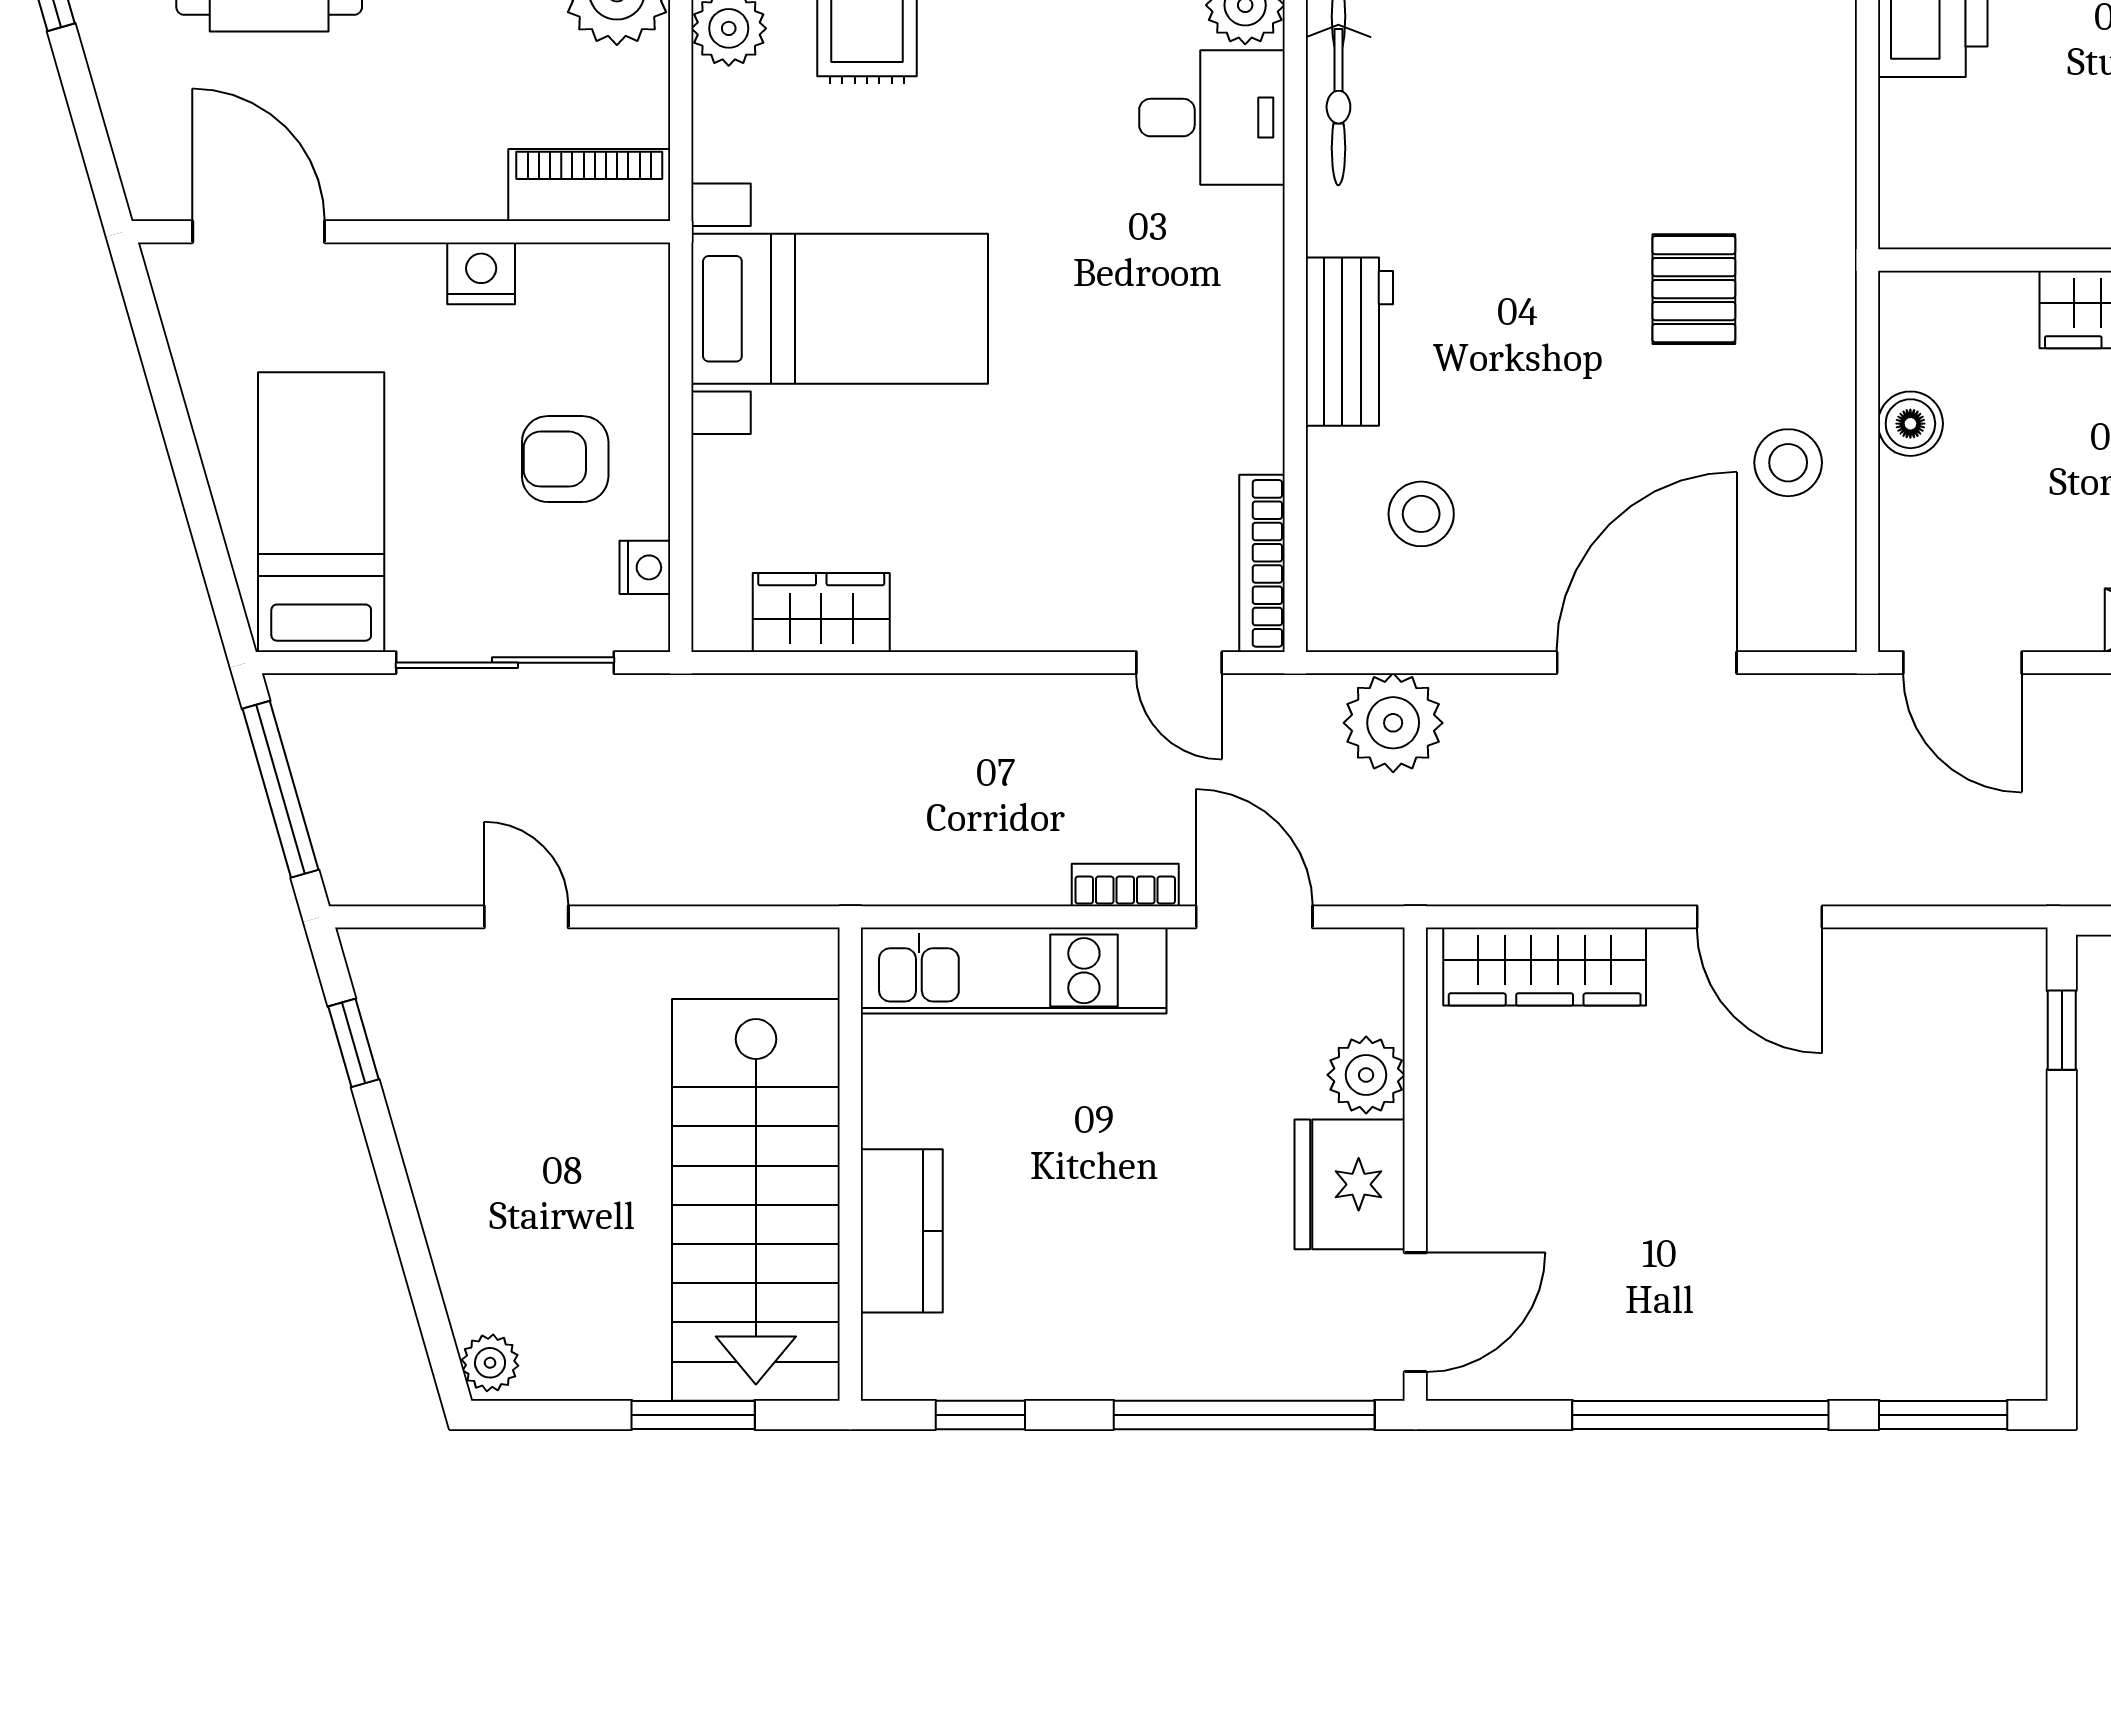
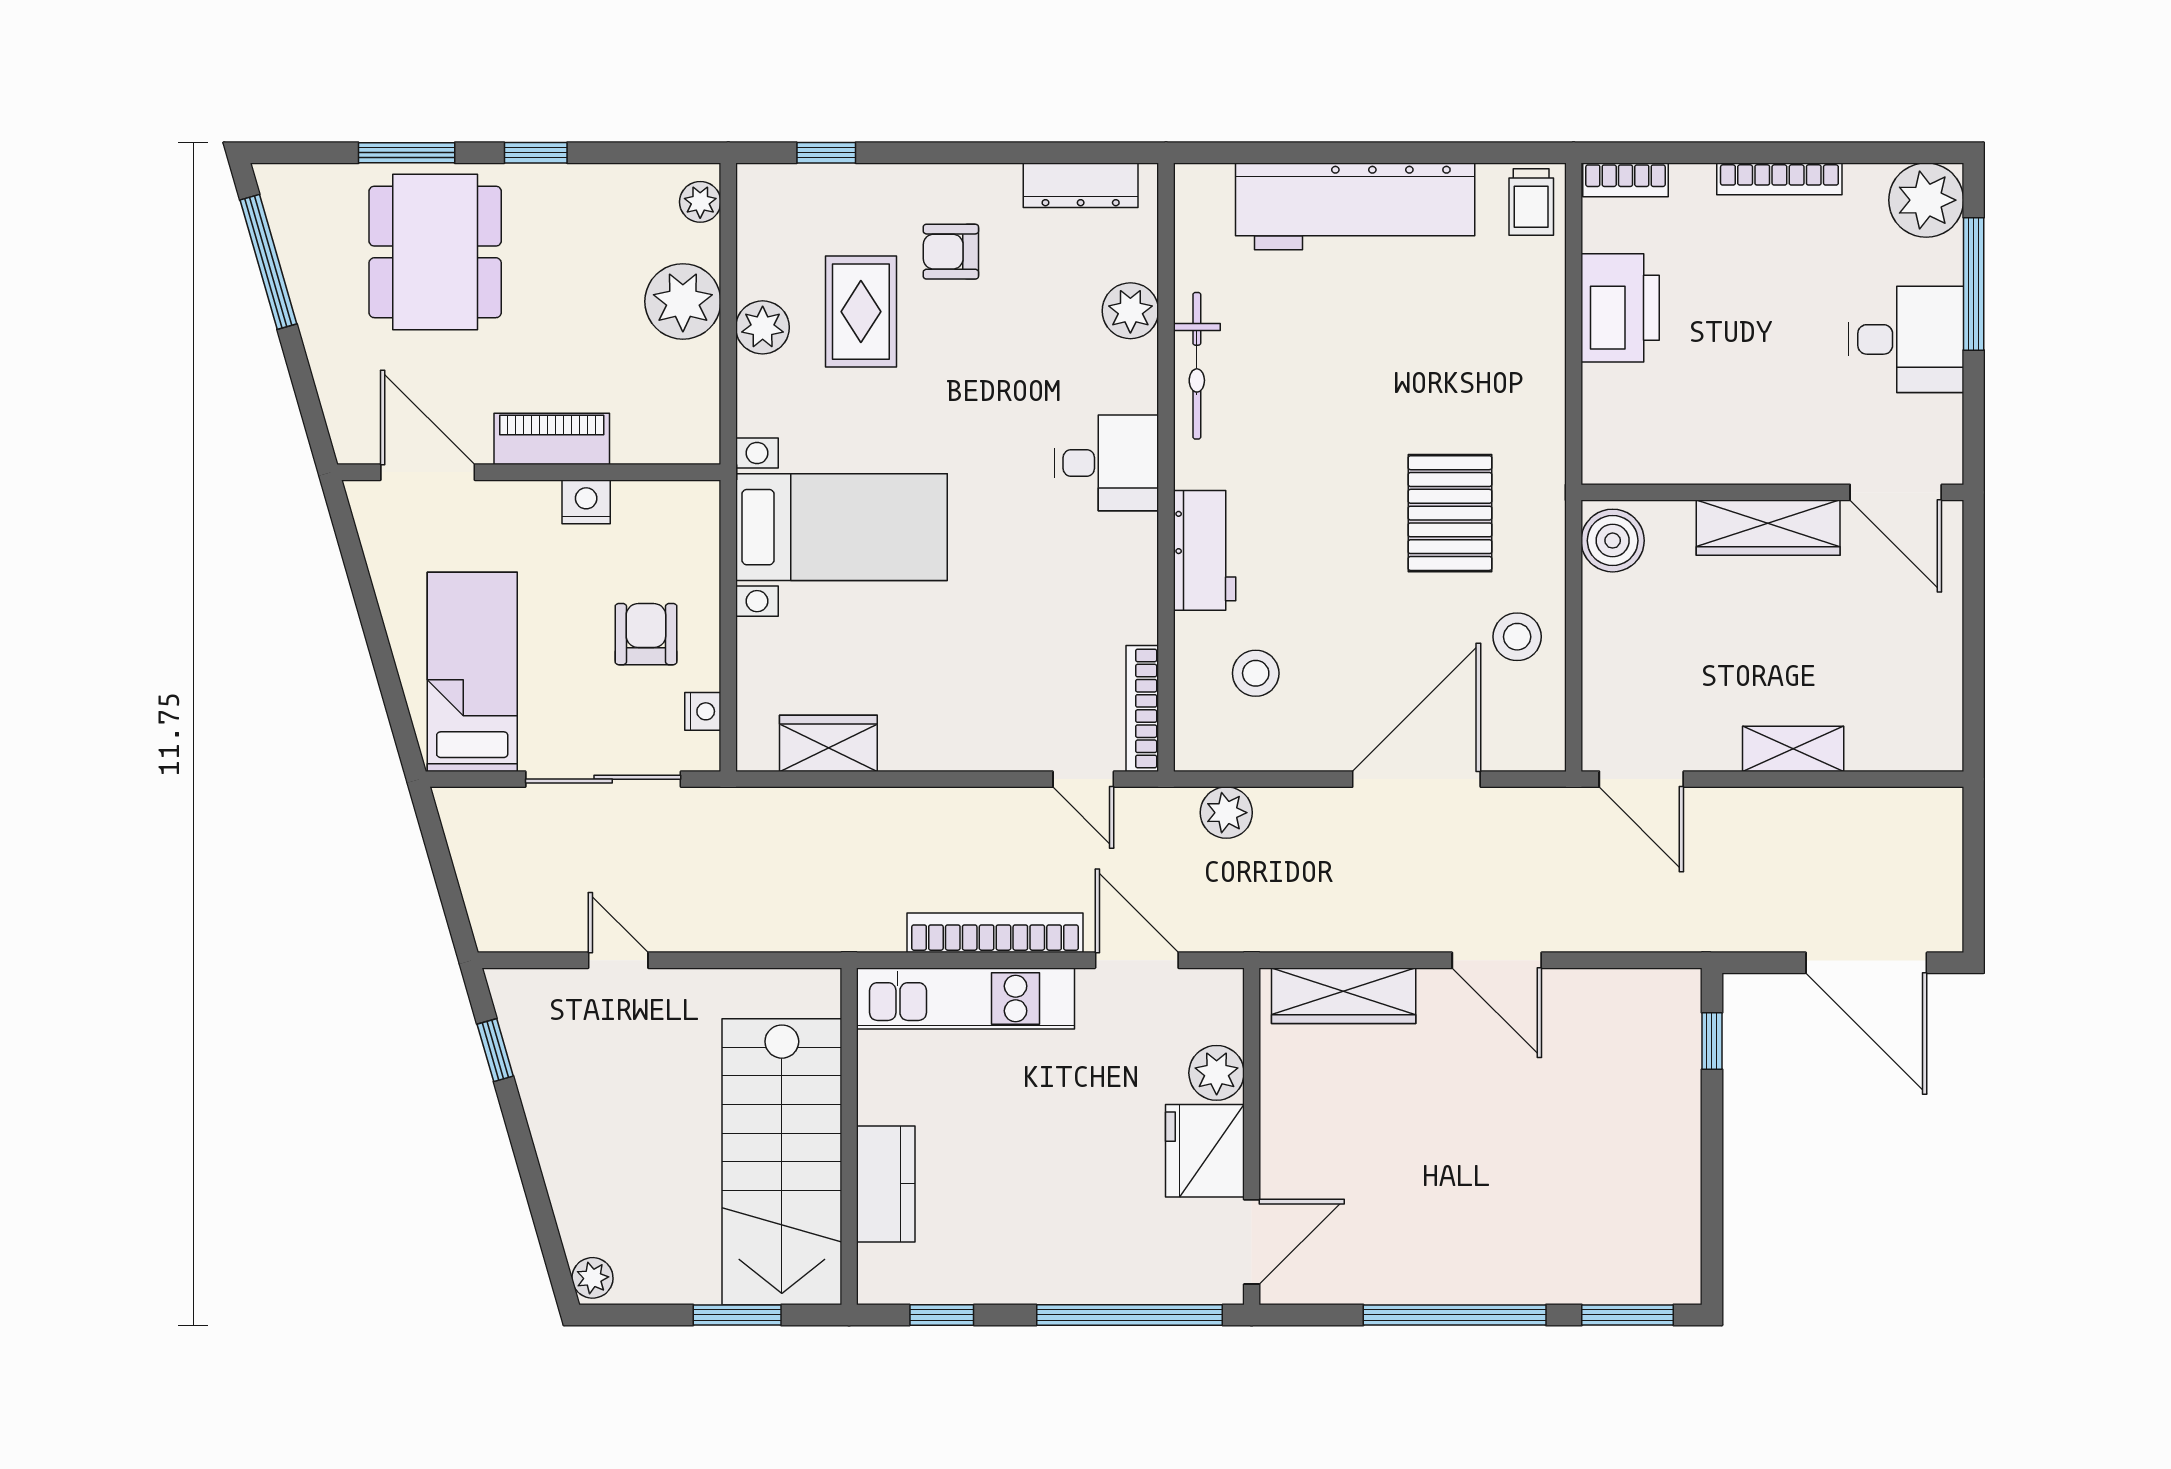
desk: (1212, 118) -> (1107, 463), moved
piano: (589, 185) -> (552, 439), moved
pallet: (1694, 289) -> (1450, 513), width x1.50, depth x1.42
boiler: (1910, 424) -> (1613, 541), moved, width x1.36, depth x1.36
armchair: (565, 459) -> (646, 634), turned 90
plant: (1393, 723) -> (1226, 813), width x0.73, depth x0.73
window: (280, 789) -> (443, 869), removed
bookcase: (1125, 885) -> (995, 933), width x2.31, depth x1.31

